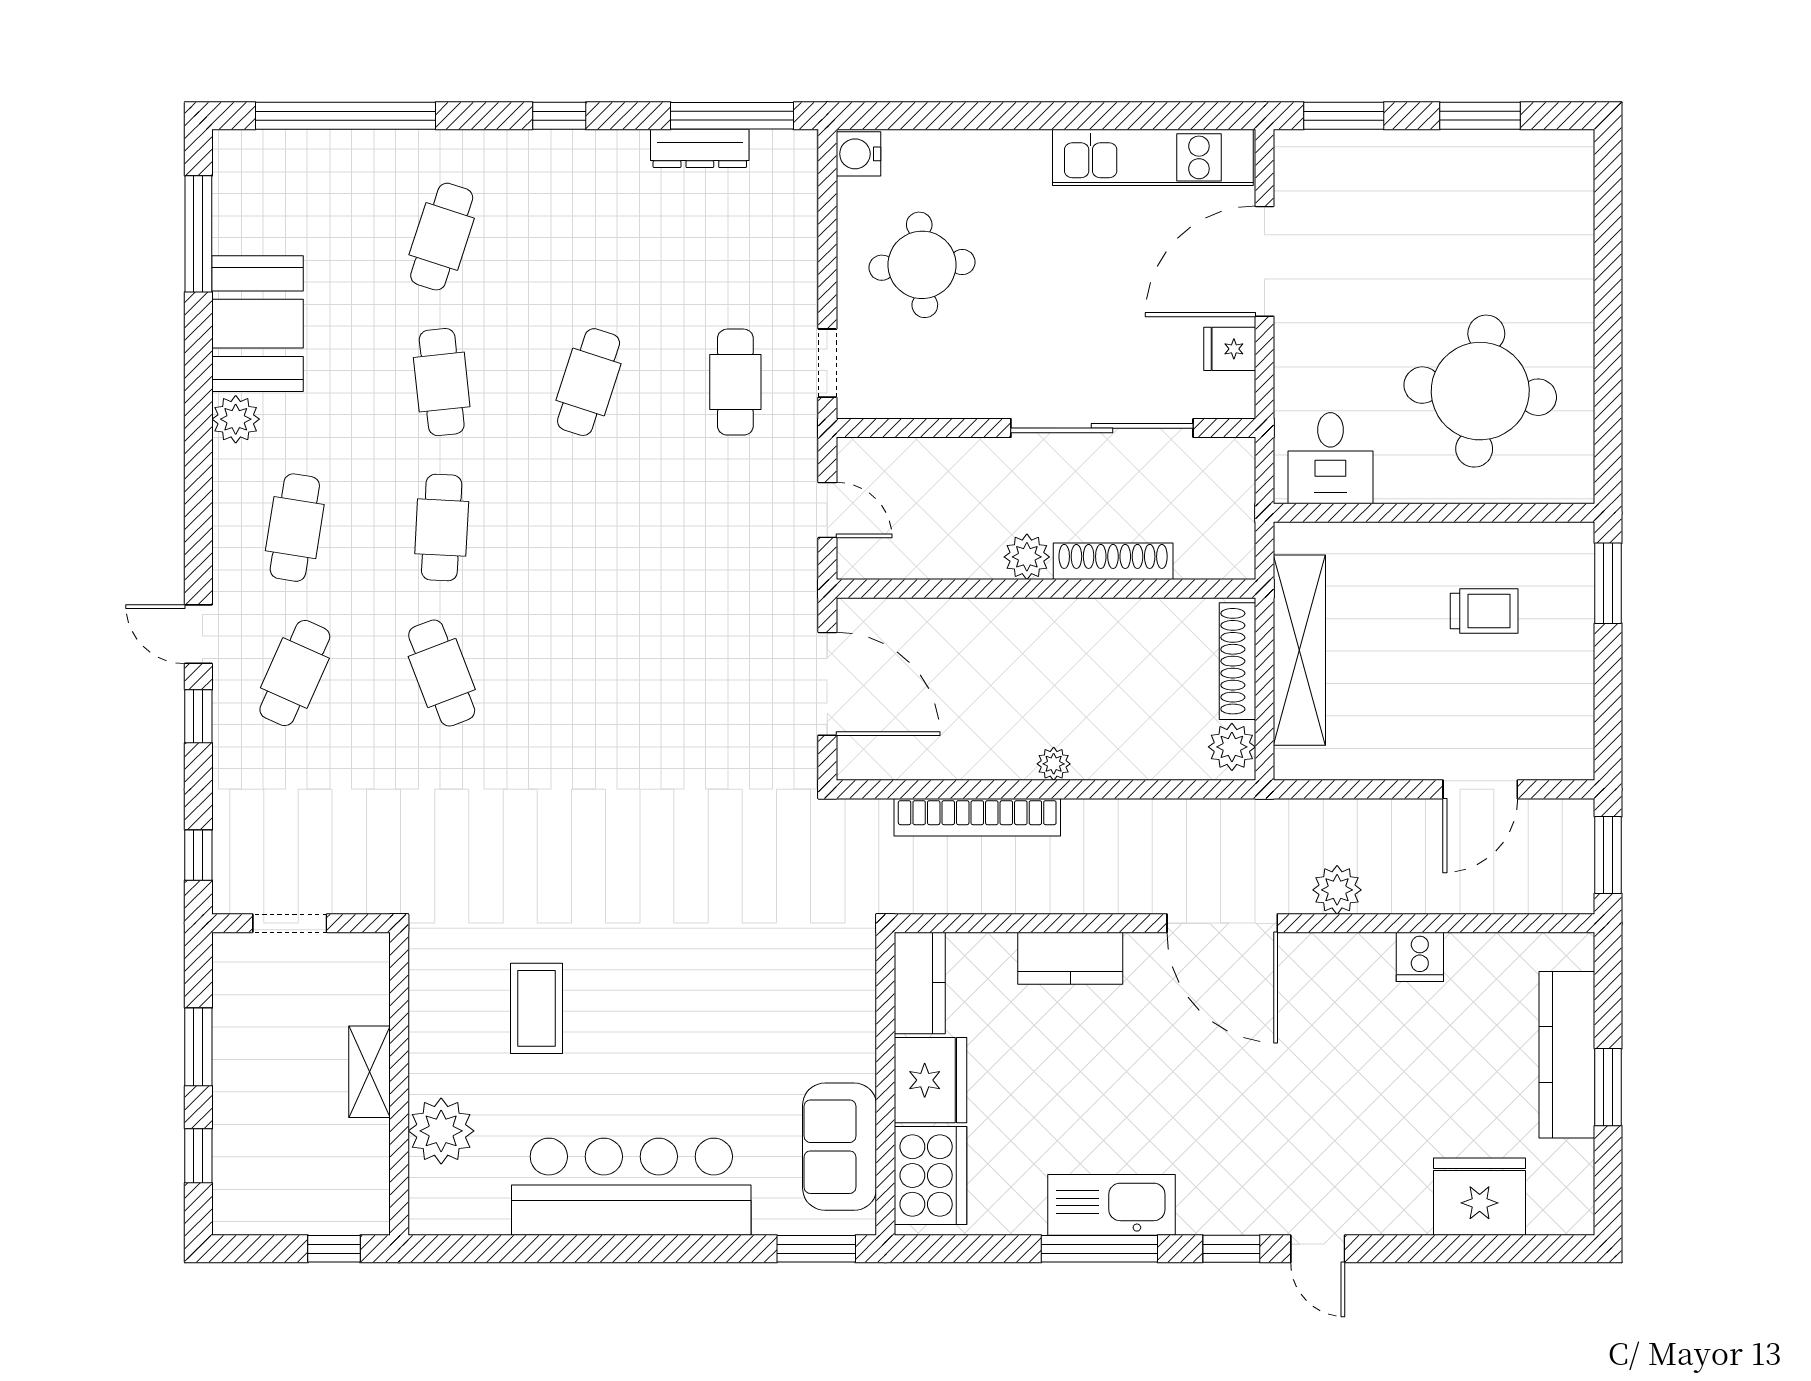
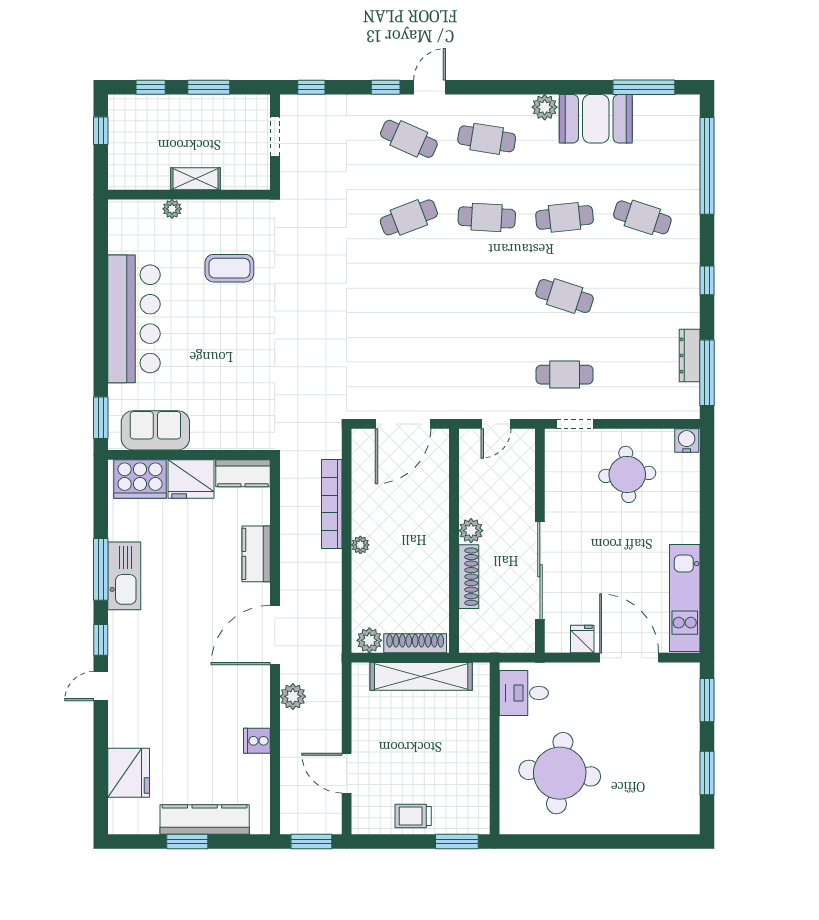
trolley: (1484, 611) -> (413, 816), moved, turned 90
plant: (441, 1131) -> (172, 209), width x0.53, depth x0.53
window: (334, 1249) -> (101, 131), moved

